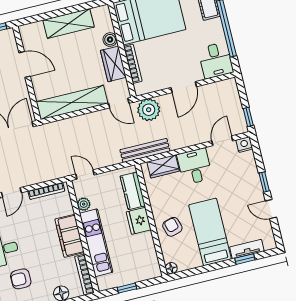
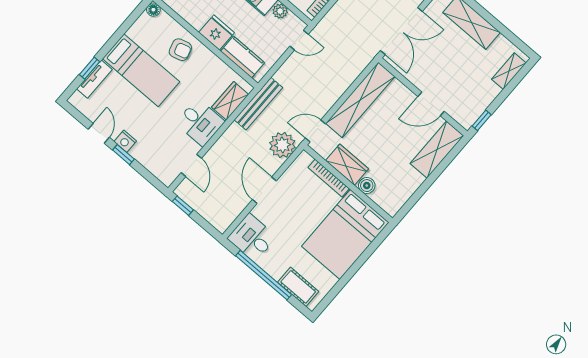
shelving: (69, 24) -> (437, 150), moved
nightstand: (244, 144) -> (125, 141), moved, turned 90
door: (271, 209) -> (99, 133), hinge flipped

